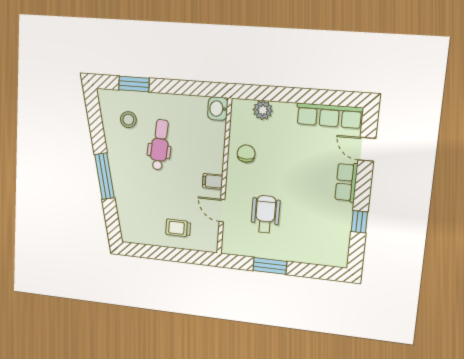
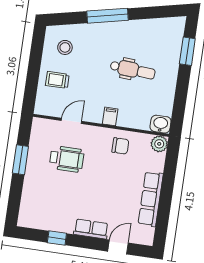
plant: (263, 110) -> (159, 144), moved
row of seats: (329, 116) -> (151, 199), moved
stool: (128, 120) -> (65, 47), moved
filing cabinet: (213, 181) -> (110, 116), moved
trolley: (178, 228) -> (57, 80), turned -90

